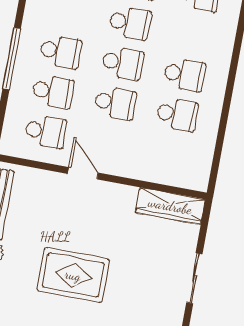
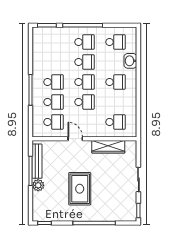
washbasin: (222, 38) -> (130, 61), added
school desk: (177, 115) -> (115, 122), moved
wardrobe: (170, 206) -> (108, 147), moved
rug: (73, 275) -> (80, 189), turned 90

